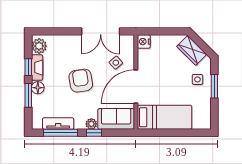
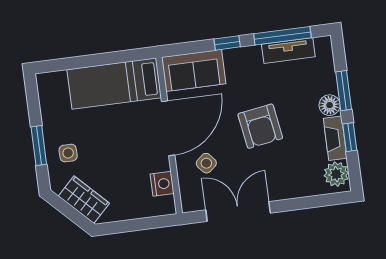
nightstand: (144, 42) -> (162, 184), moved
plant: (91, 124) -> (234, 57), removed

